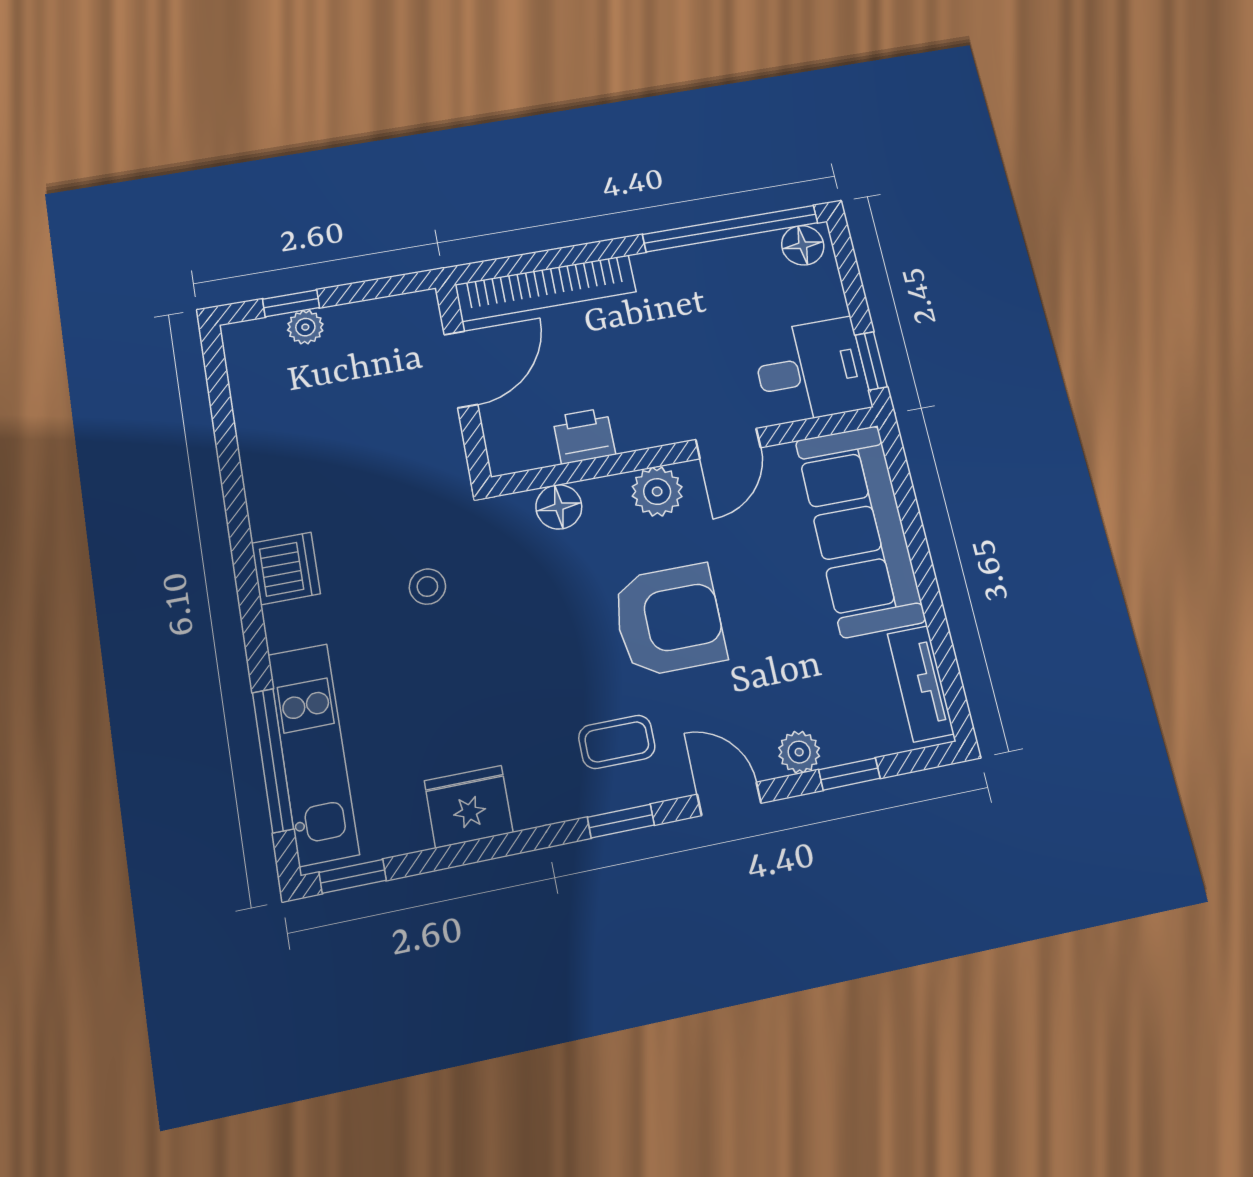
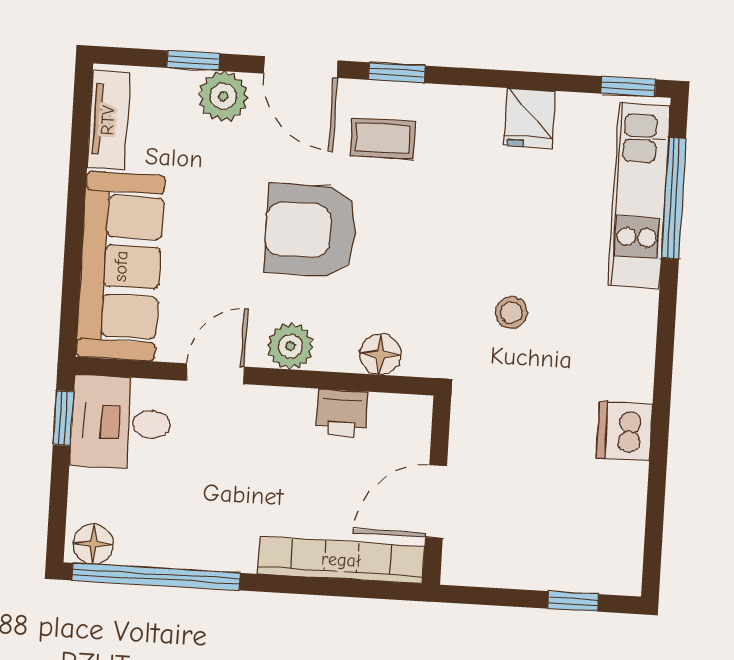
plant: (305, 327) -> (565, 576), removed
dishwasher: (286, 568) -> (624, 431), moved
plant: (799, 752) -> (223, 96), width x1.38, depth x1.38
door: (729, 799) -> (301, 67), width x1.38
fridge: (469, 807) -> (530, 118), width x0.72

